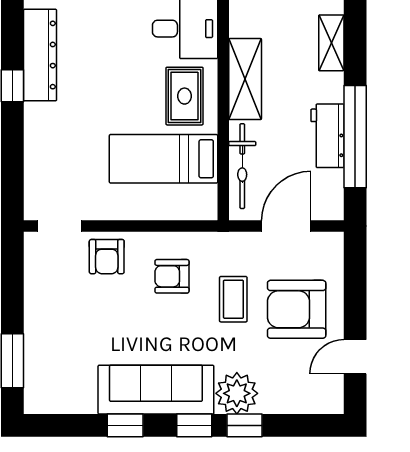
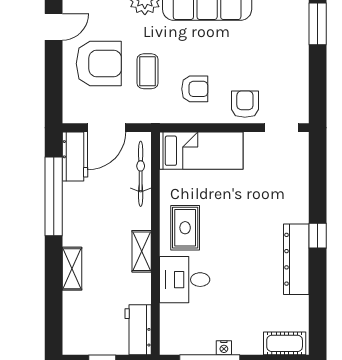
shelving: (245, 79) -> (142, 251), width x0.67, depth x0.75
workbench: (327, 136) -> (75, 157), moved
bed: (164, 159) -> (201, 151), moved

